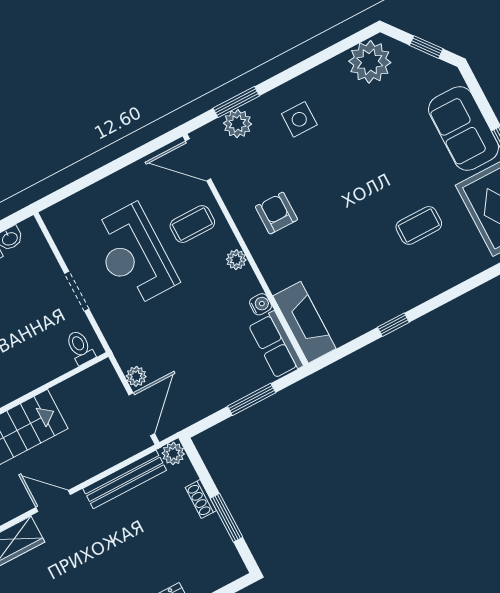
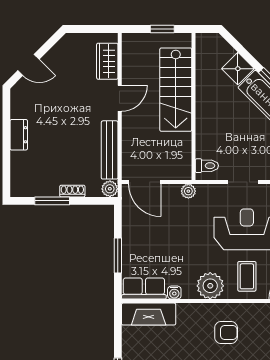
plant: (236, 260) -> (210, 286), width x1.88, depth x1.88
plant: (136, 376) -> (188, 191), moved

